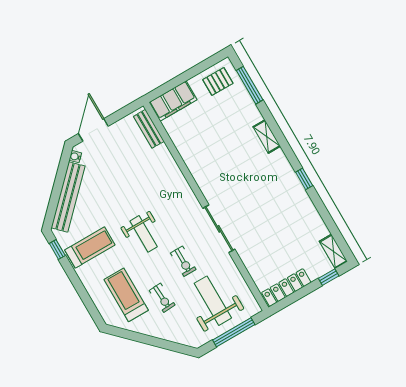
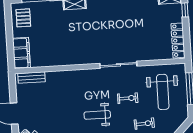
weight bench: (144, 234) -> (97, 115), turned 180
weight bench: (213, 301) -> (163, 92), turned -90

